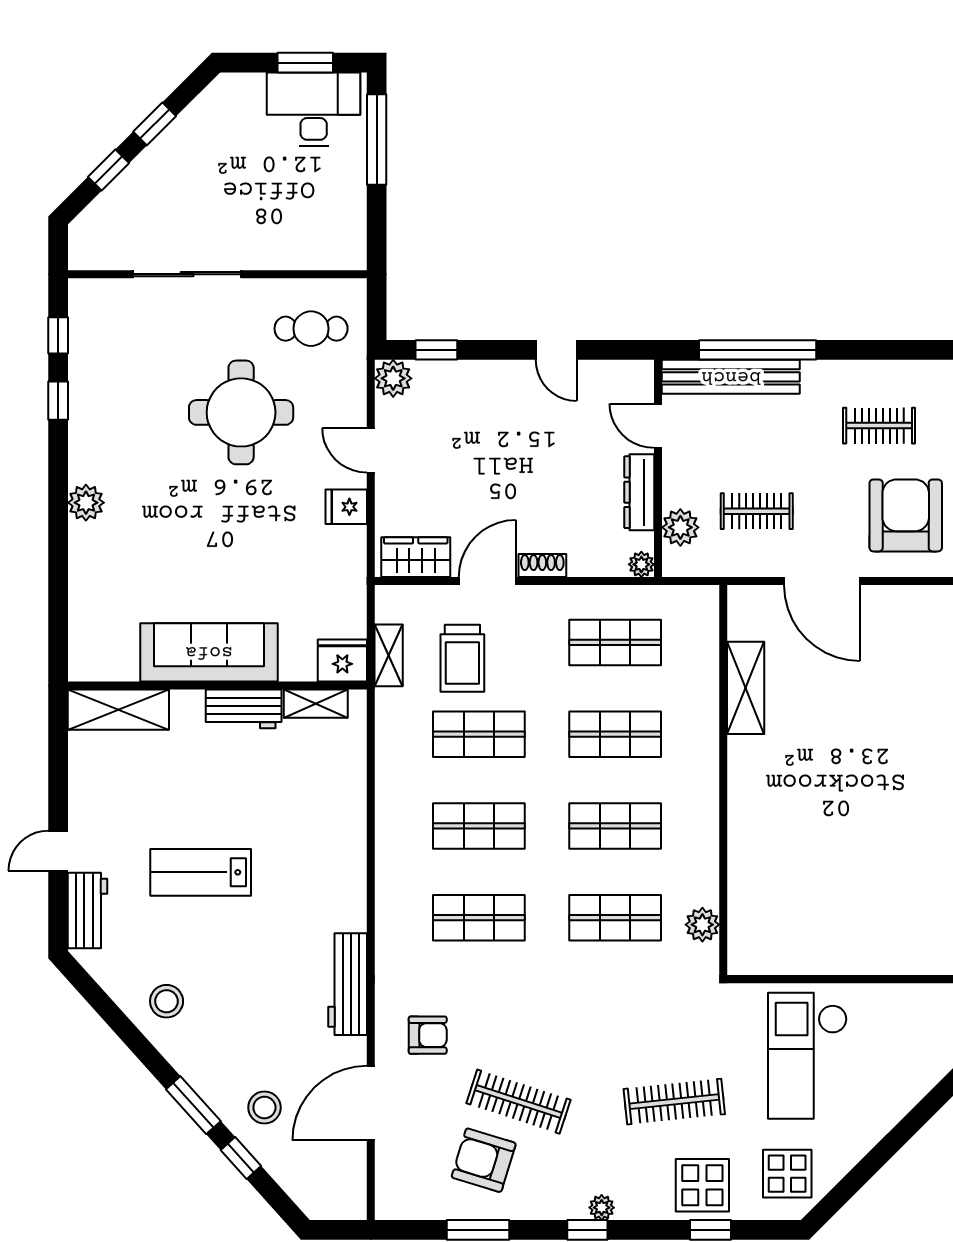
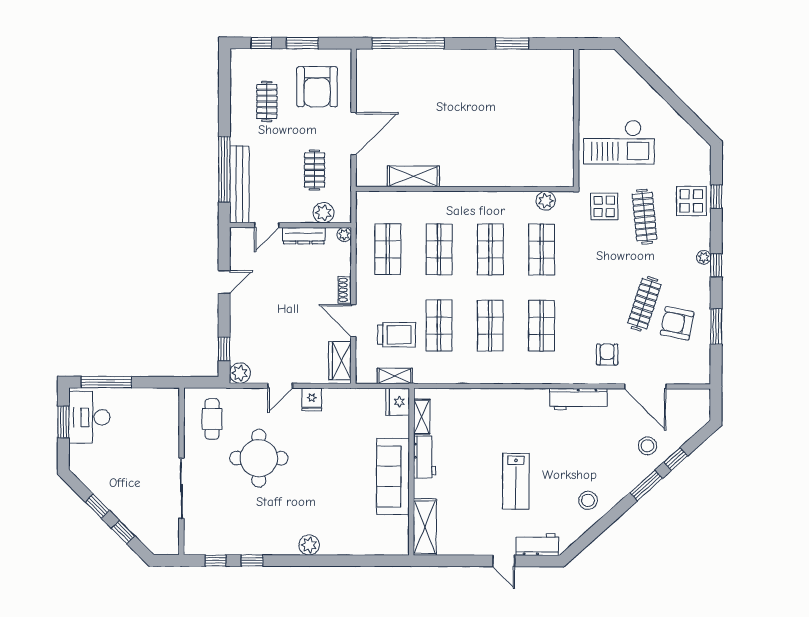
armchair: (906, 515) -> (317, 87), turned -90
armchair: (484, 1160) -> (677, 323), turned 84
display table: (787, 1174) -> (604, 206), moved

